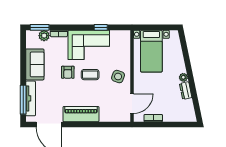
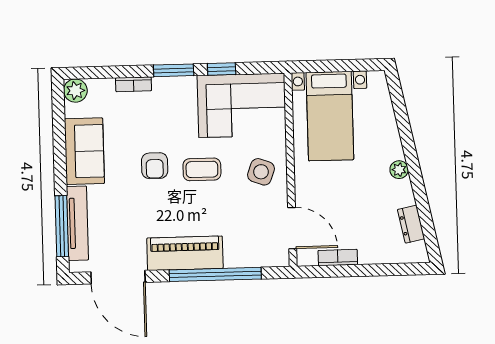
window: (40, 27) -> (174, 70), moved
plant: (44, 36) -> (75, 91), moved
corner sofa: (89, 45) -> (242, 105), moved
dresser: (186, 91) -> (411, 224), moved
door: (132, 104) -> (292, 228), hinge flipped
window: (95, 124) -> (215, 274), added

